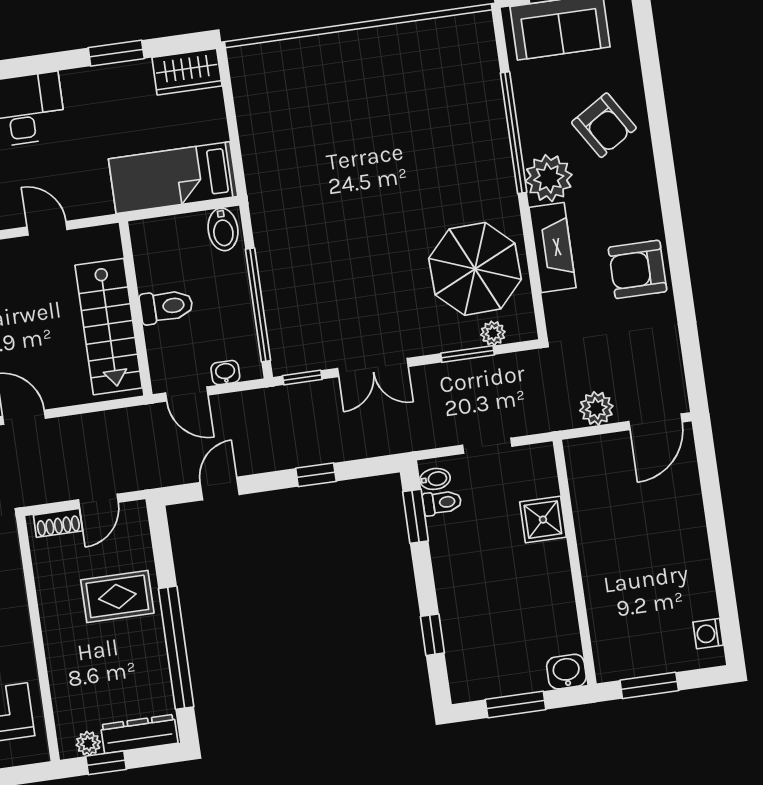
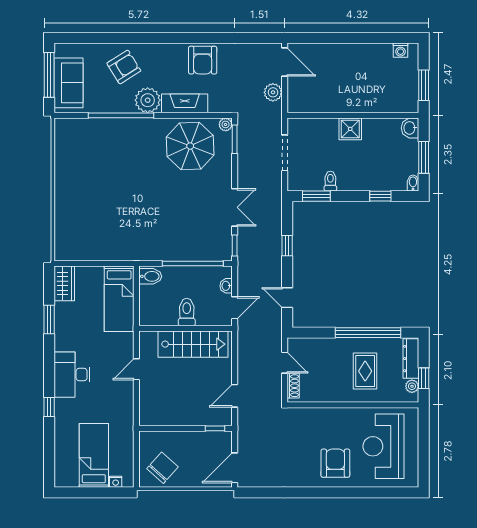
plant: (493, 333) -> (226, 124), moved
window: (467, 354) -> (235, 139), moved
doorway: (487, 446) -> (285, 153), width x1.38
bidet: (435, 479) -> (413, 183), moved
toilet: (442, 503) -> (330, 181), moved
shower: (543, 520) -> (350, 129), moved
rug: (117, 596) -> (365, 371), moved

